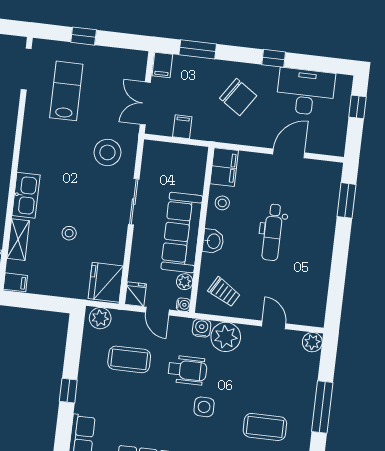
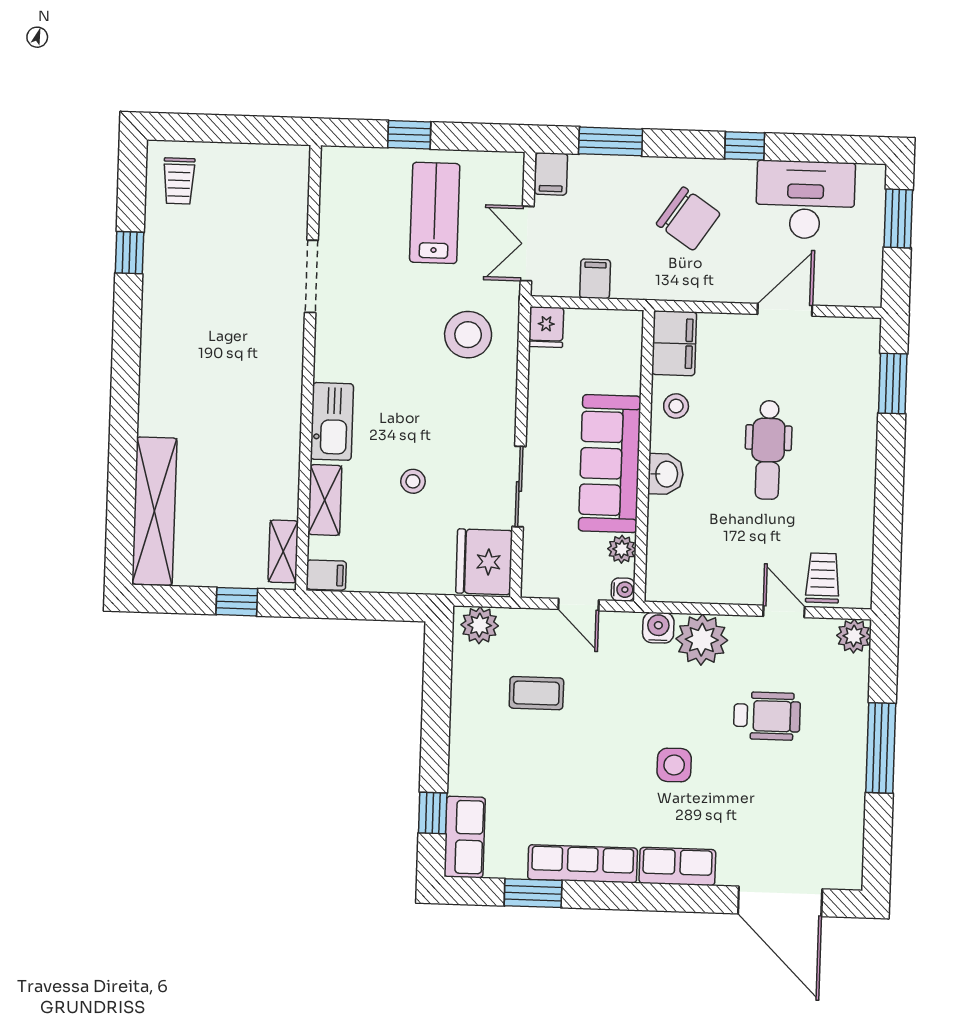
doorway: (26, 69) -> (311, 276), moved
lab bench: (66, 91) -> (435, 213), moved
window: (358, 107) -> (898, 218), width x1.50
sliding door: (134, 202) -> (519, 487), moved
trolley: (224, 292) -> (823, 578), moved, turned -120
fridge: (135, 294) -> (546, 327), moved, turned 180
coffee table: (129, 359) -> (536, 693), width x0.73, depth x0.77
wheelchair: (187, 370) -> (767, 716), moved
window: (68, 391) -> (433, 813), moved
coffee table: (265, 427) -> (783, 791), removed

